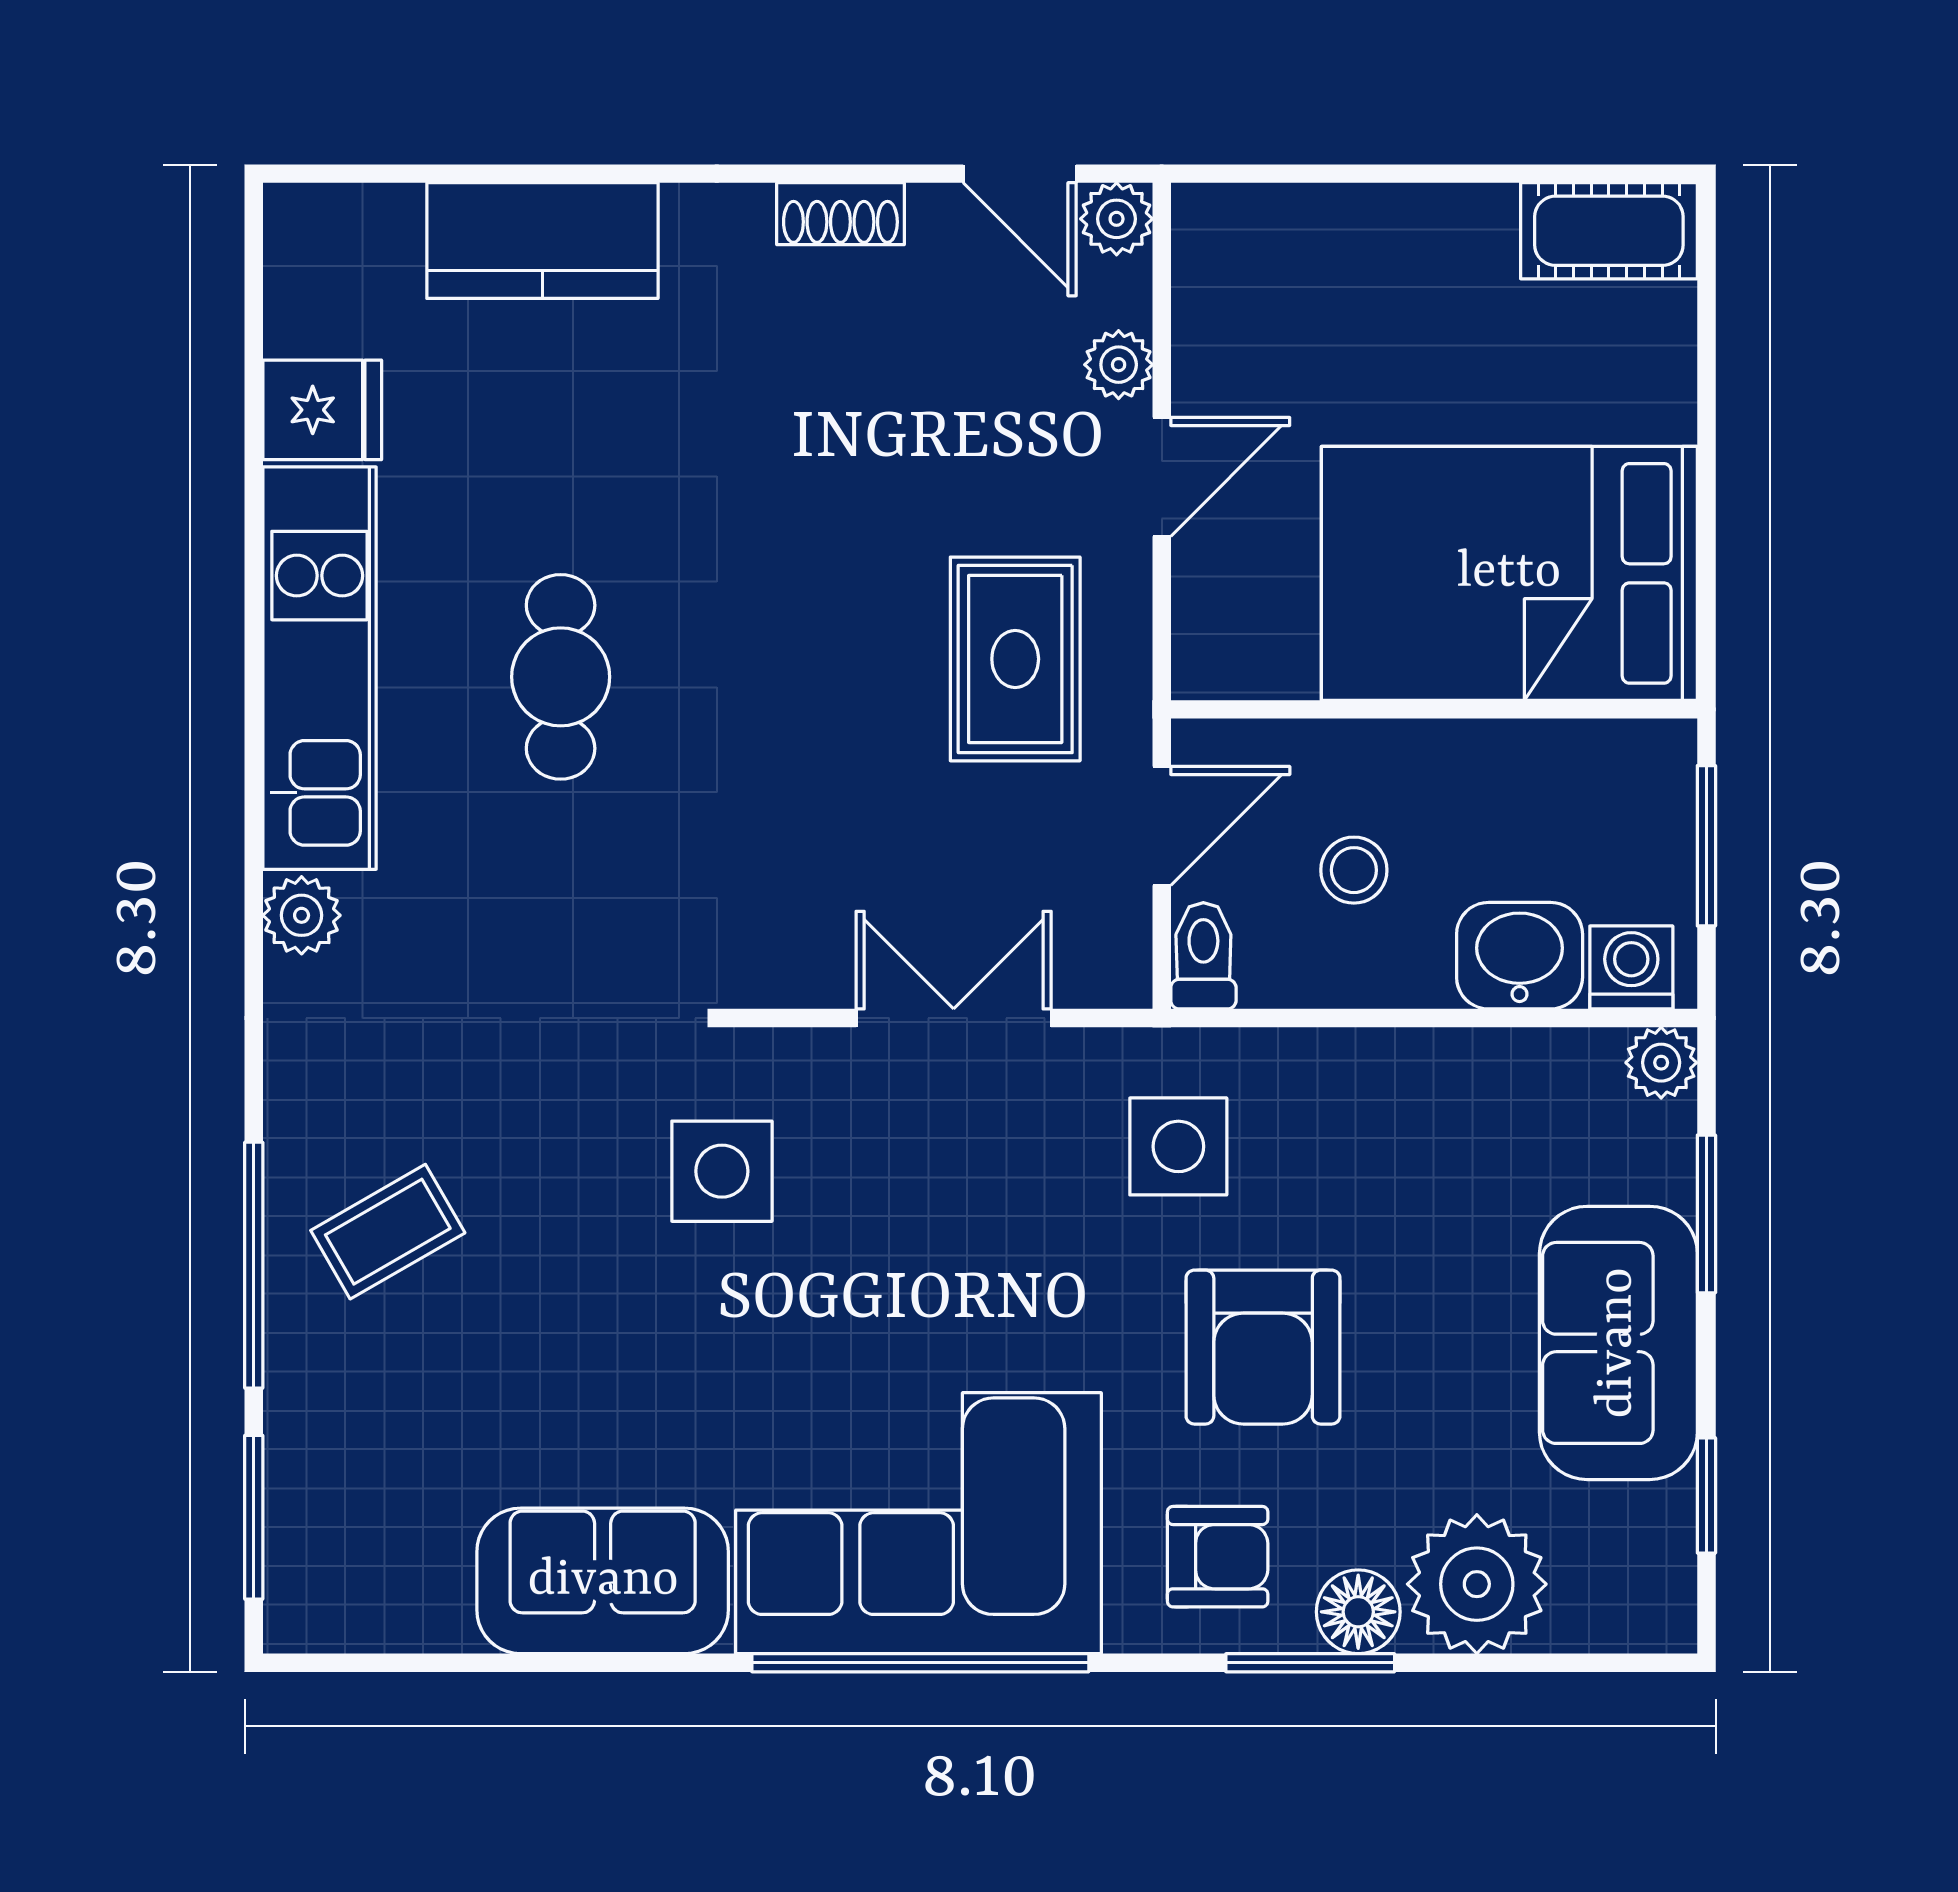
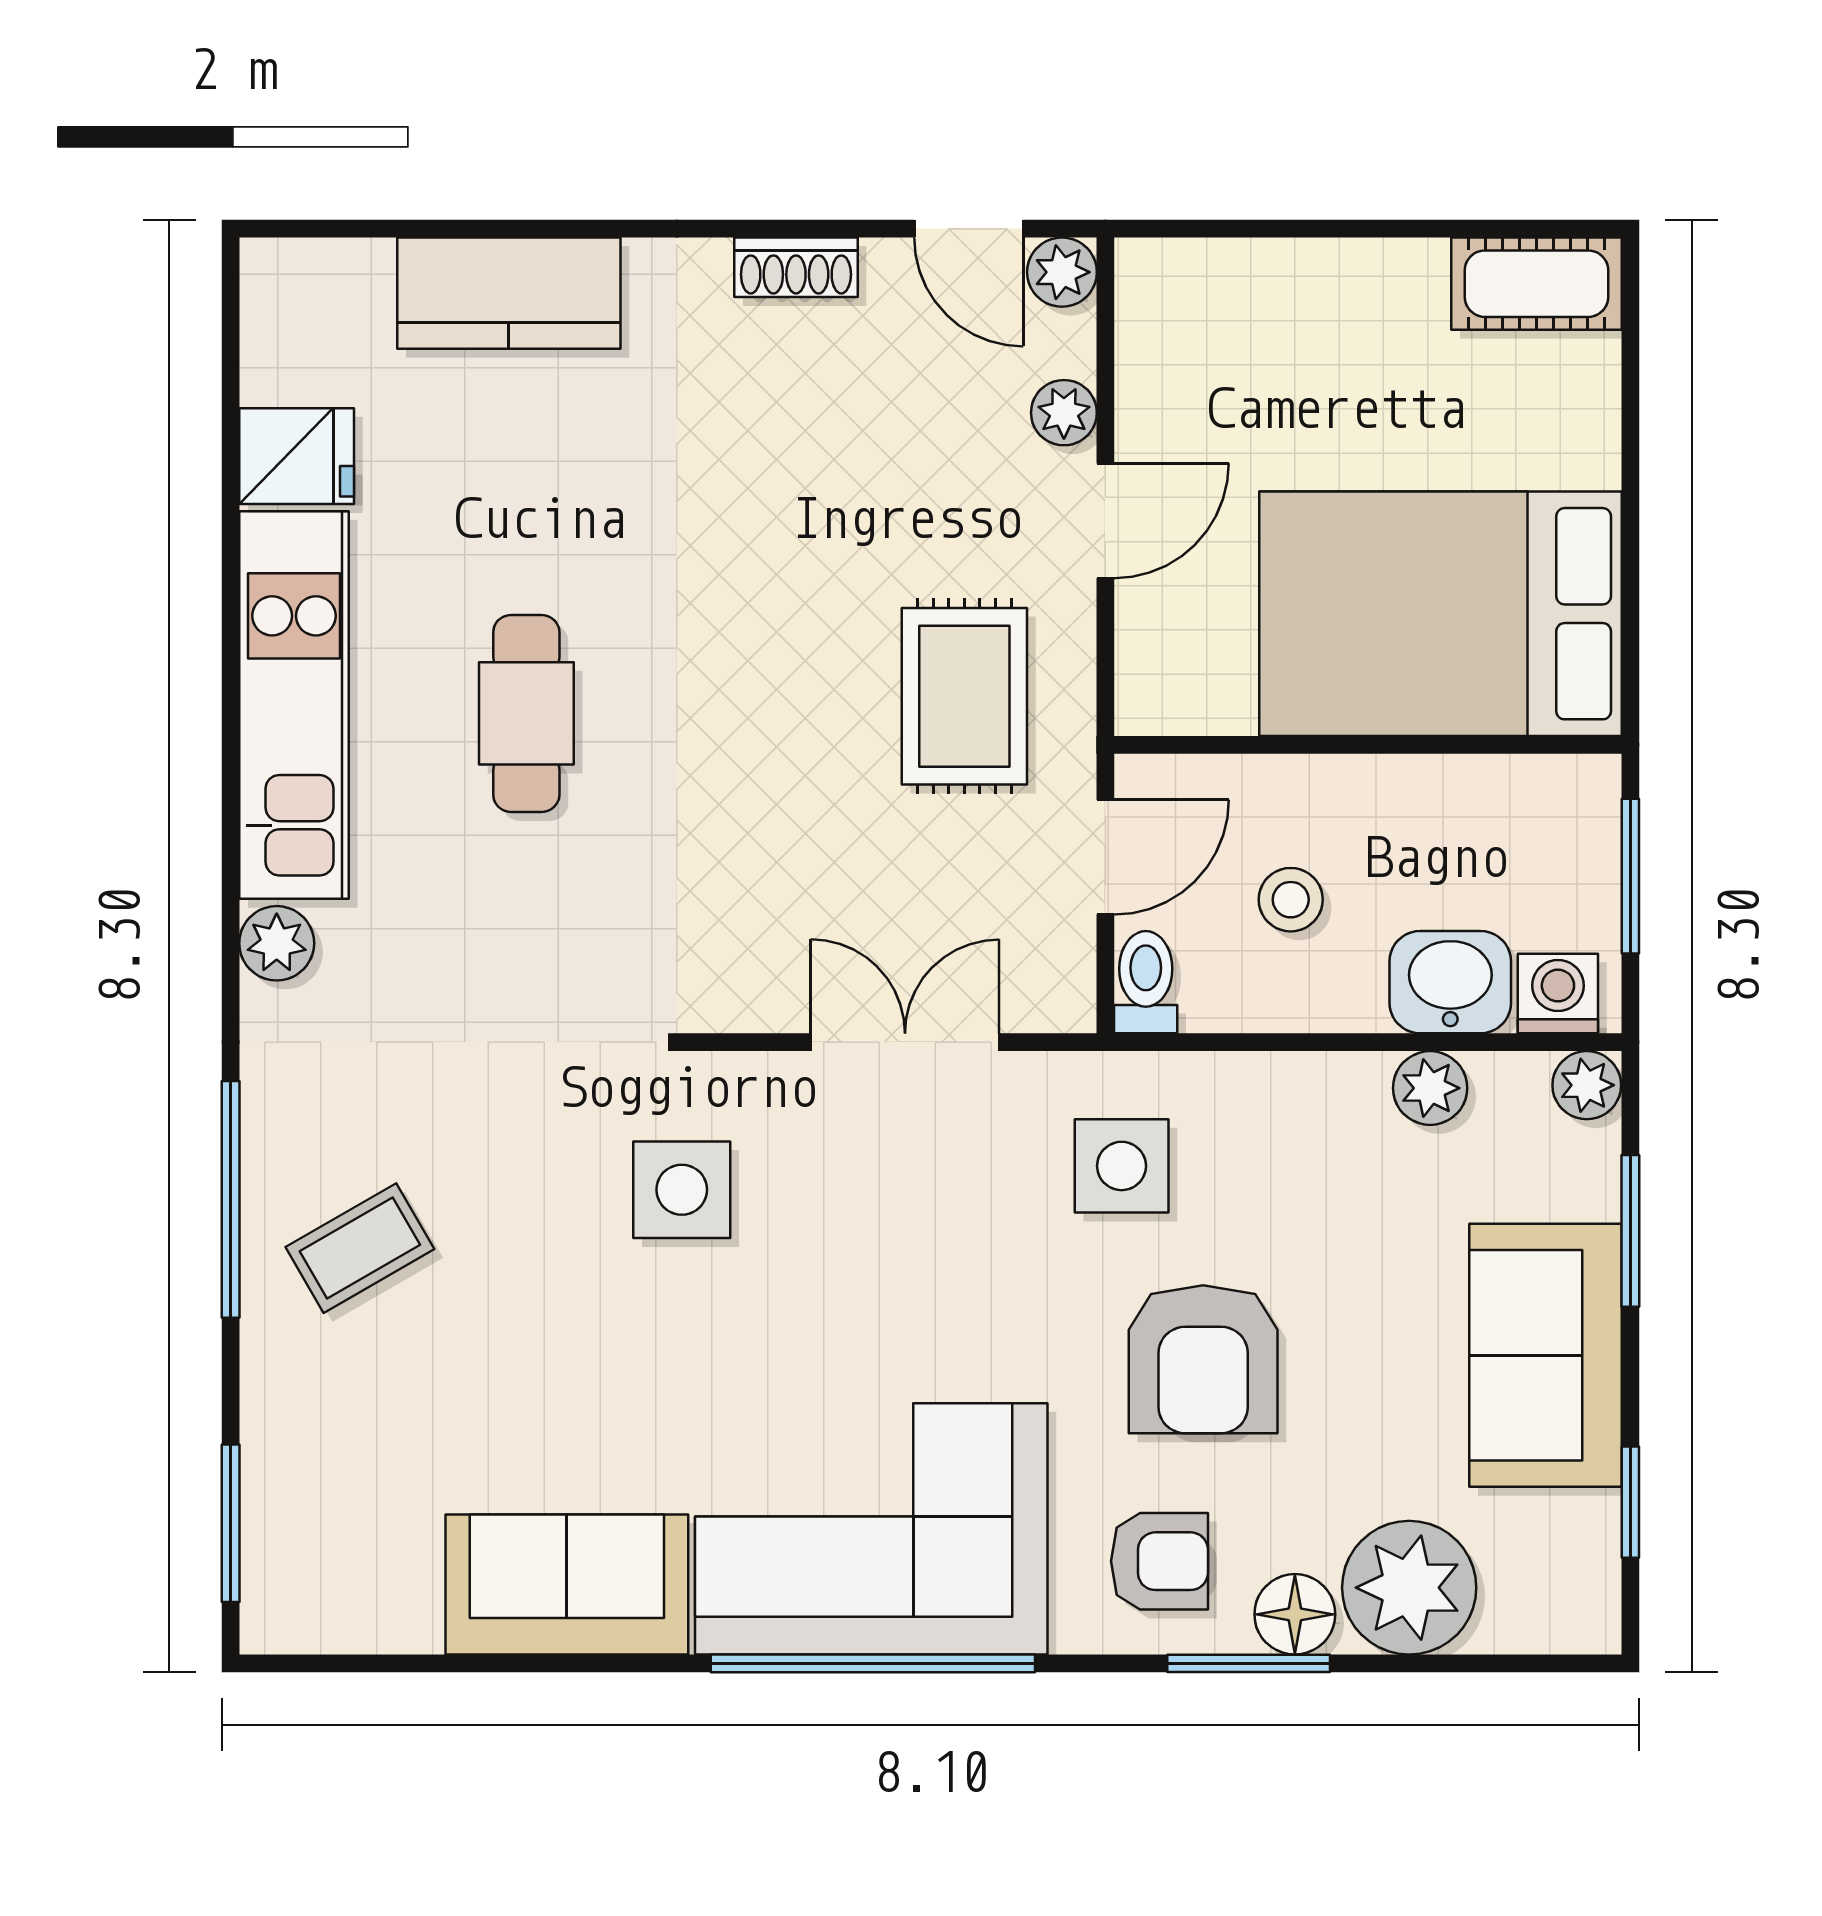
plant: (1499, 1066) -> (1430, 1088), added
window: (254, 1265) -> (231, 1199), moved

